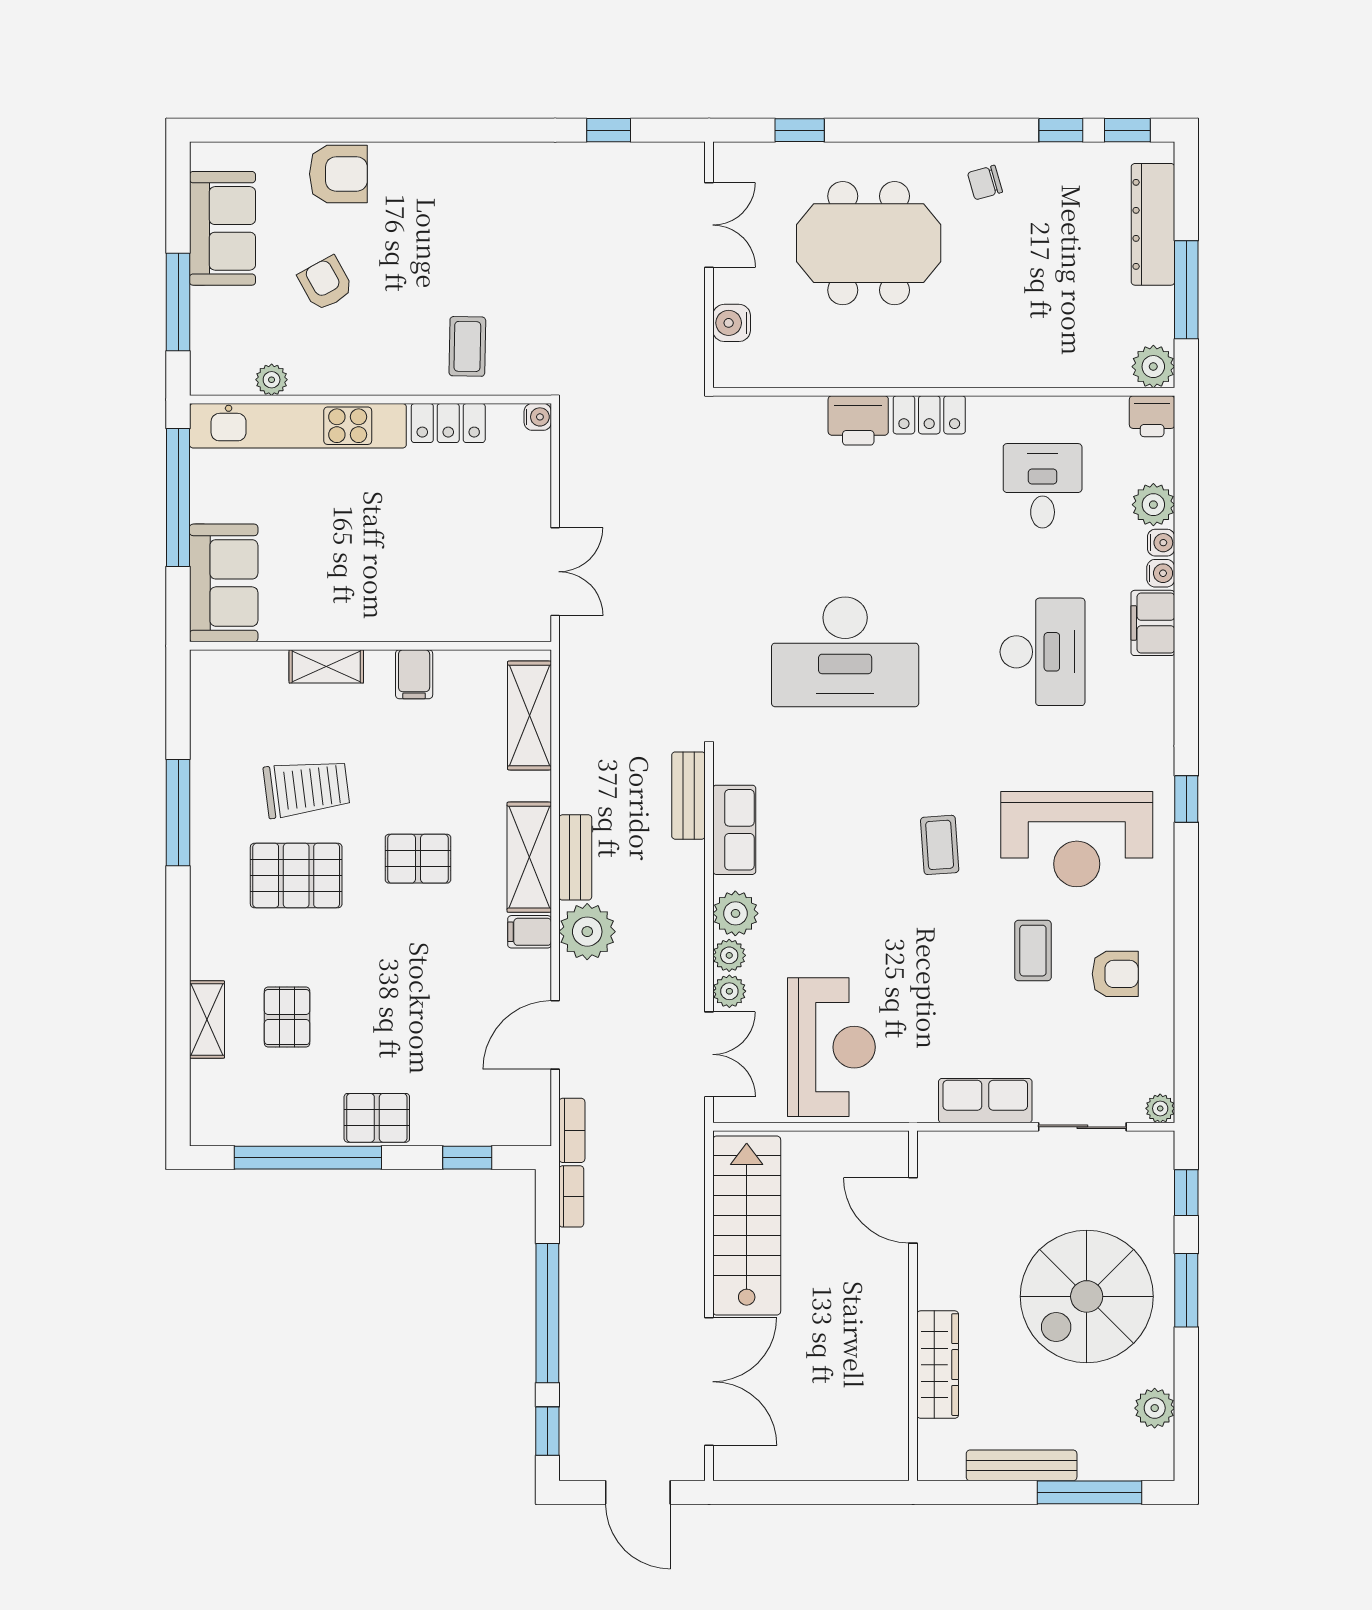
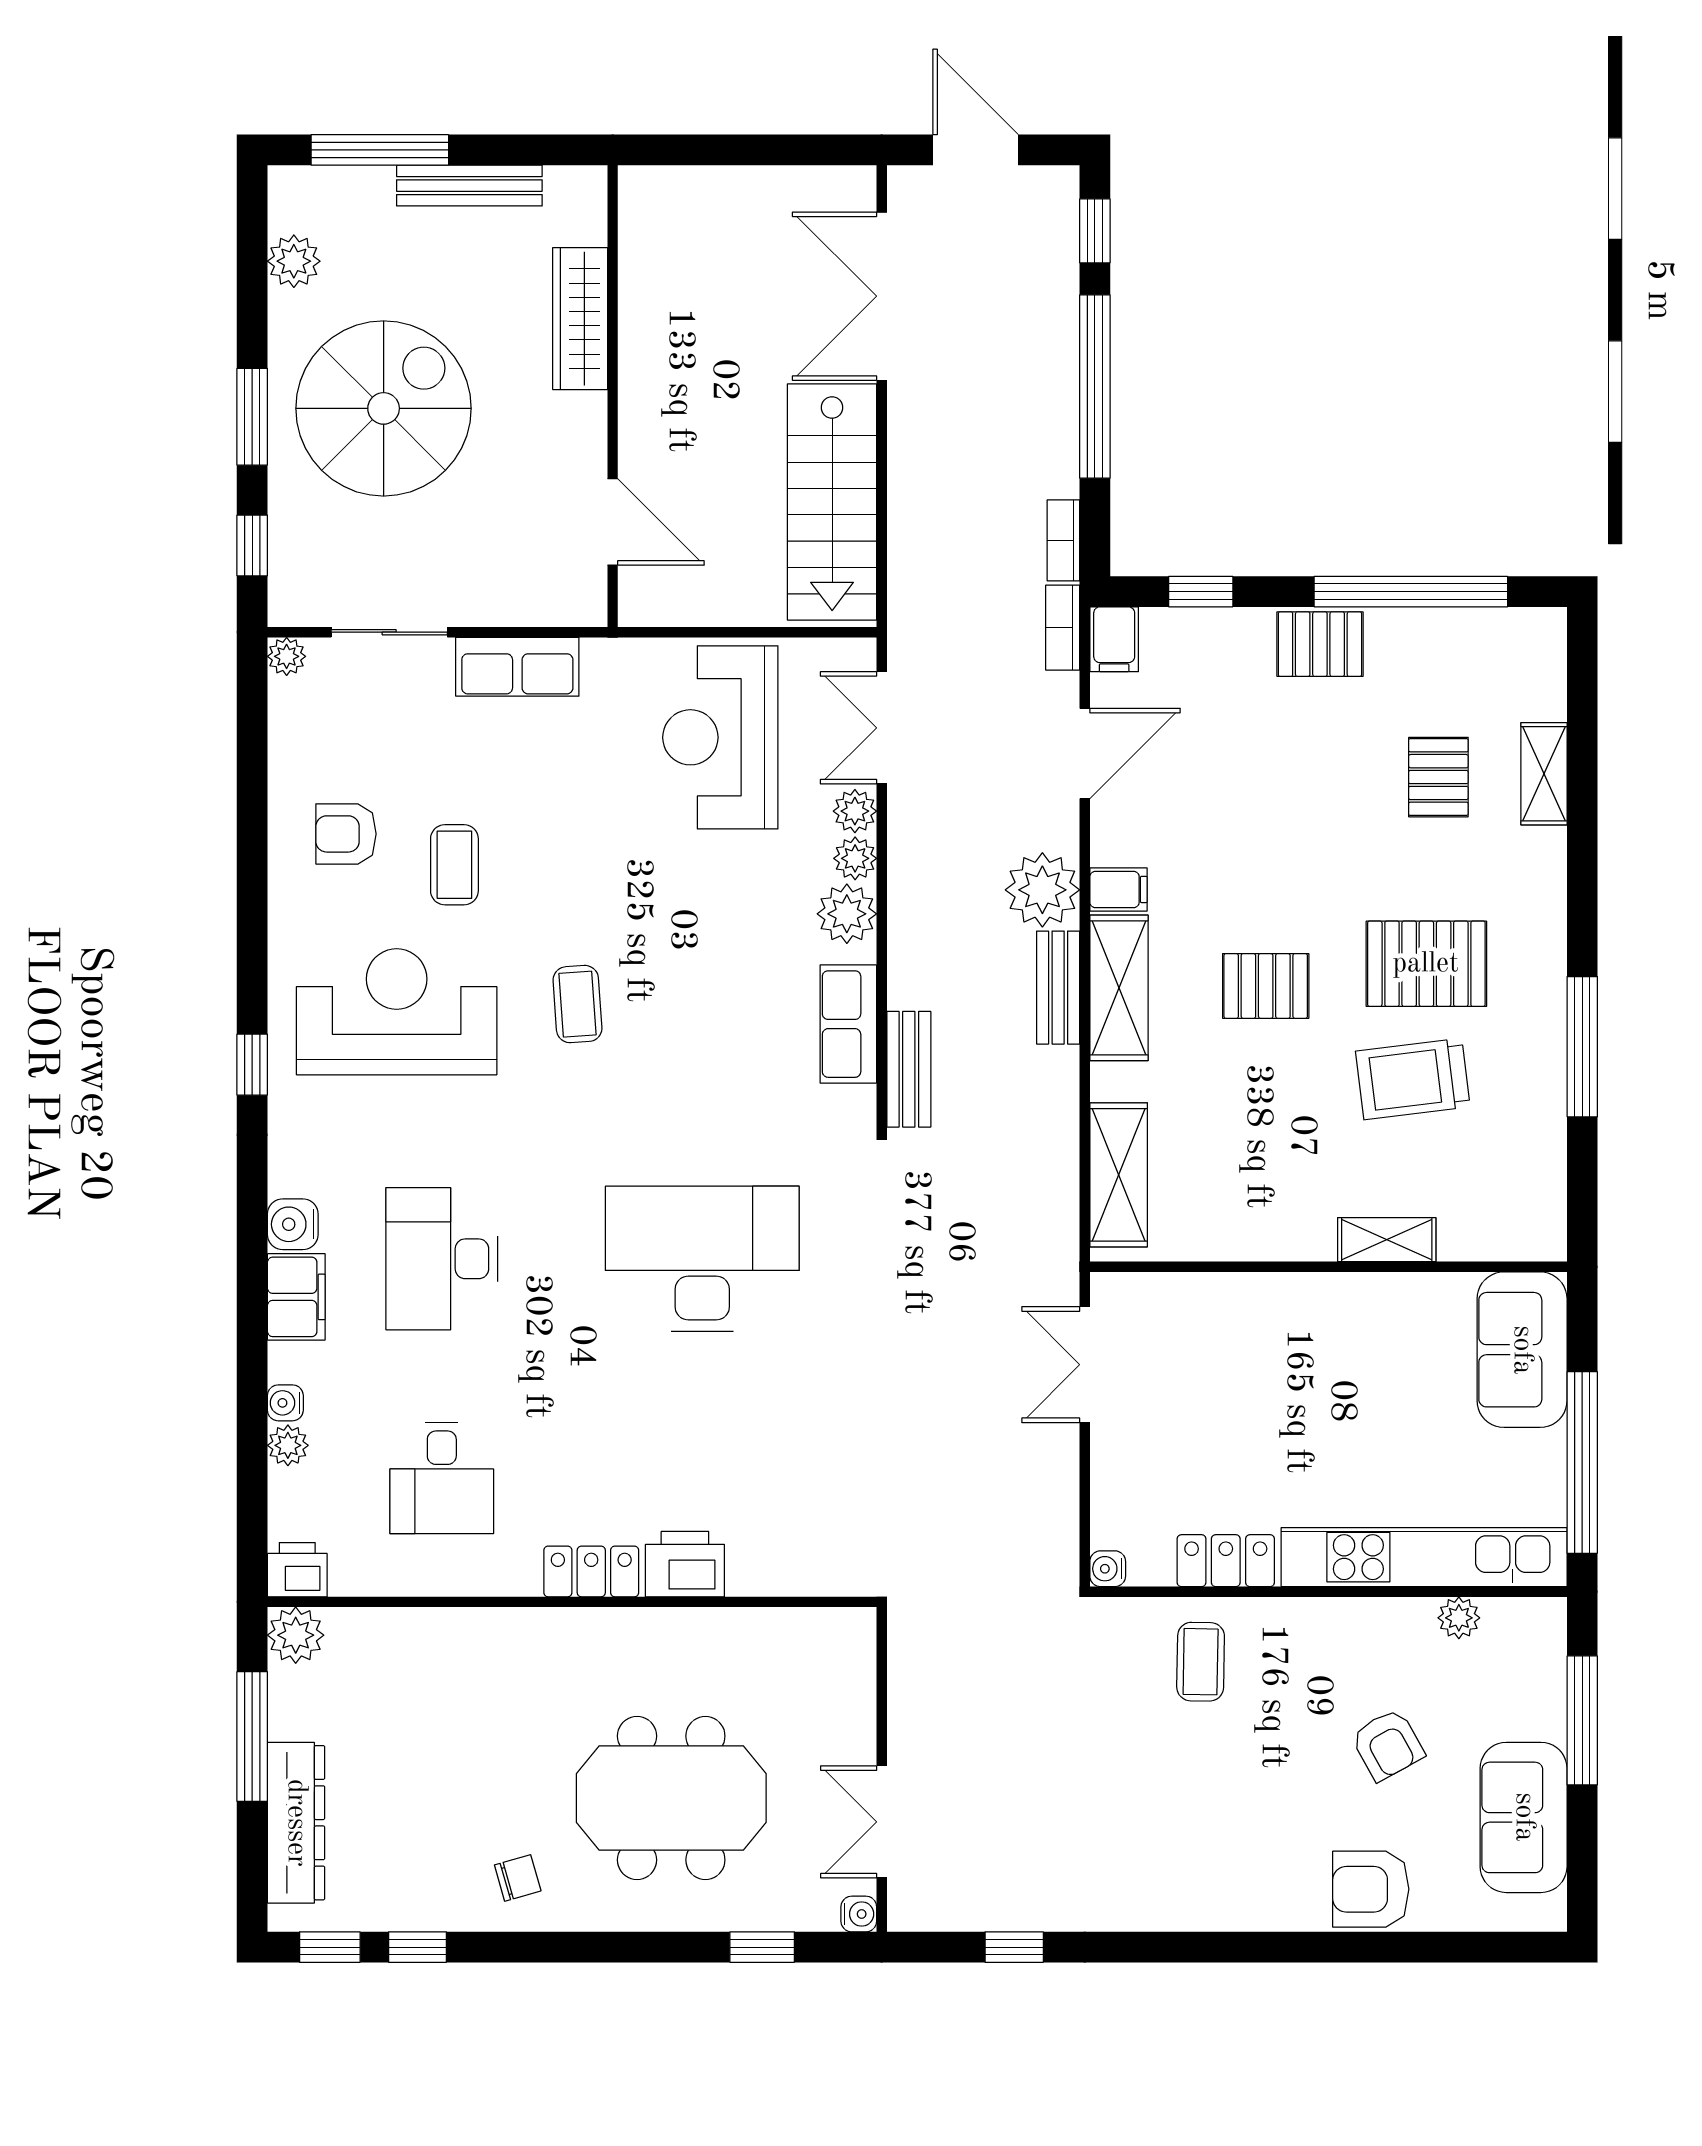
water cooler: (732, 323) -> (859, 1914), moved, width x0.72, depth x0.72
plant: (1153, 505) -> (288, 1445), width x0.73, depth x0.73
water cooler: (1161, 573) -> (293, 1224), moved, width x1.38, depth x1.38
filing cabinet: (414, 674) -> (1114, 639), moved, turned 180

